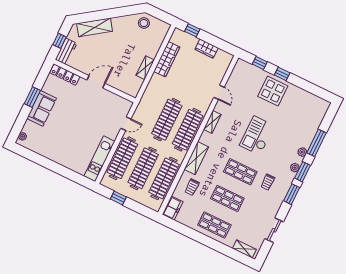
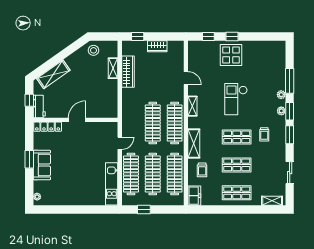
shelving: (145, 68) -> (113, 68), moved

